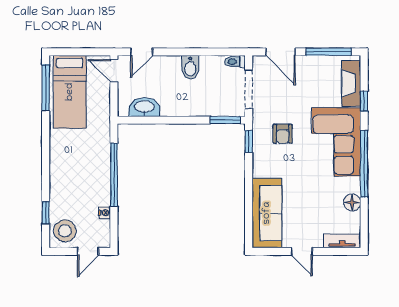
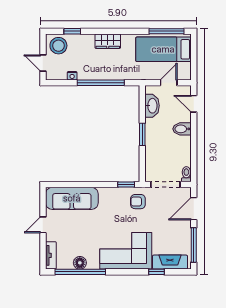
bidet: (190, 67) -> (182, 129), moved
door: (114, 71) -> (169, 83), moved
window: (225, 120) -> (142, 134), moved
armchair: (283, 134) -> (138, 202), moved
window: (364, 164) -> (80, 272), moved
wardrobe: (59, 166) -> (108, 41), added

